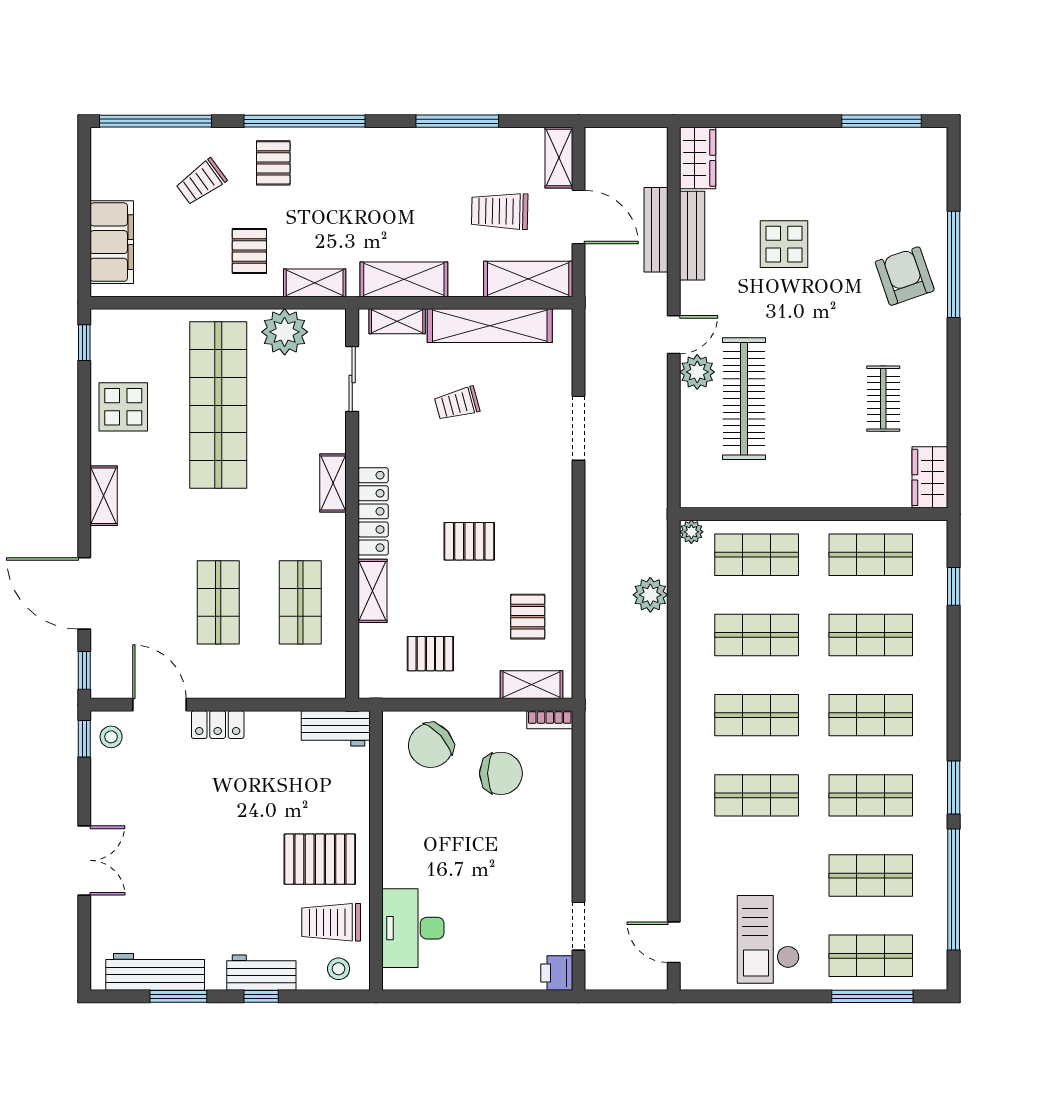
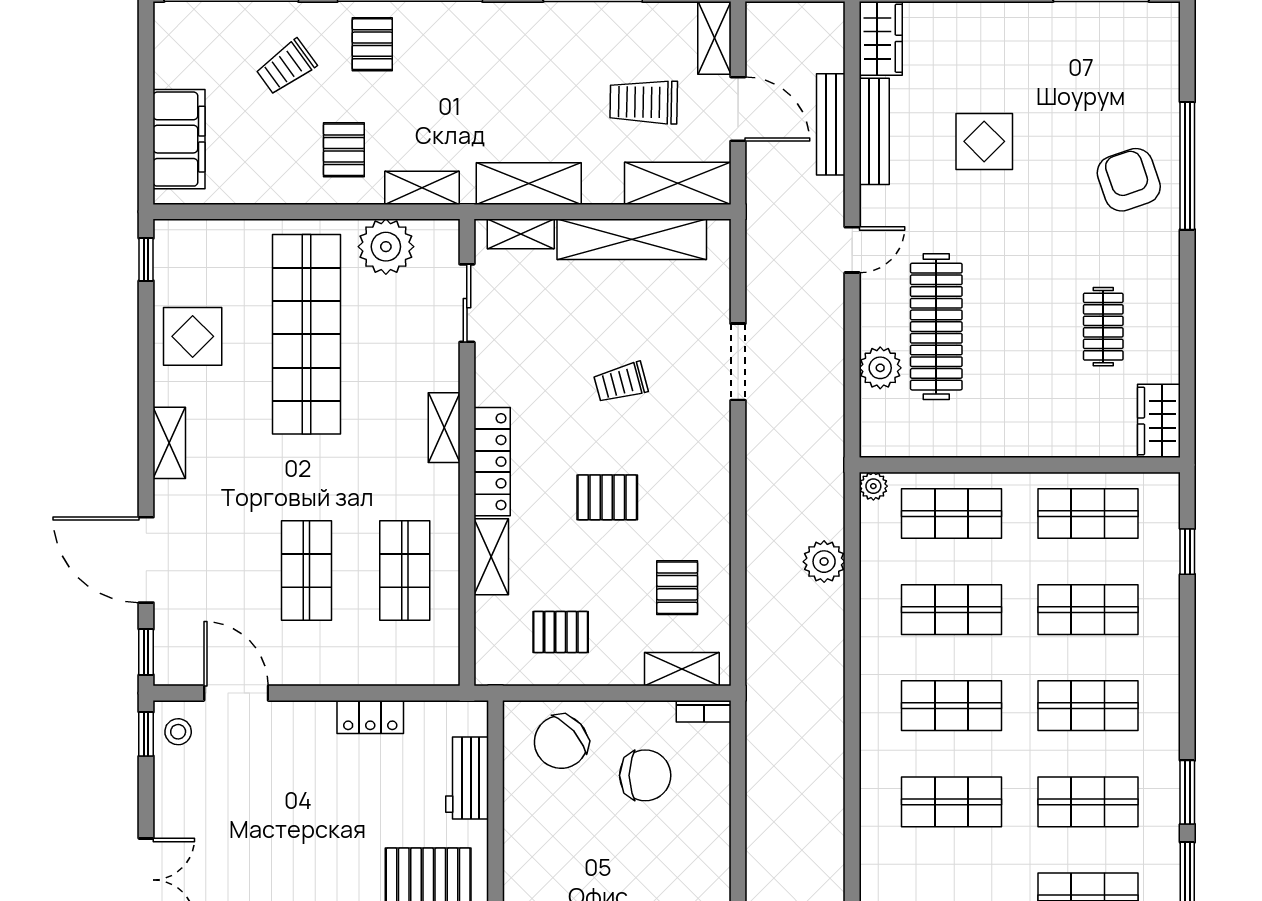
plant: (697, 372) -> (880, 368), moved
trolley: (457, 404) -> (621, 382), moved
locker: (218, 725) -> (370, 717), moved
workbench: (336, 728) -> (467, 778), moved, turned 90

